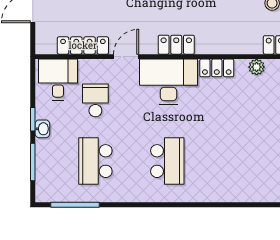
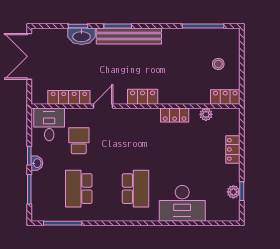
desk: (168, 82) -> (182, 203), moved, turned 180

